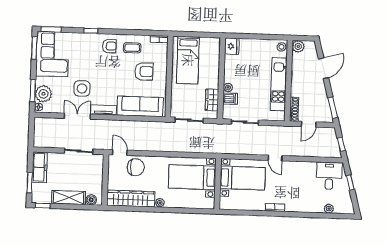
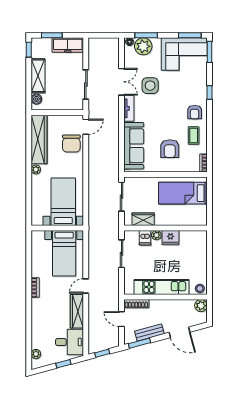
fridge: (232, 46) -> (170, 238), moved
bench: (323, 98) -> (149, 332), added
wardrobe: (299, 168) -> (77, 311), added
plant: (329, 209) -> (36, 354), moved

